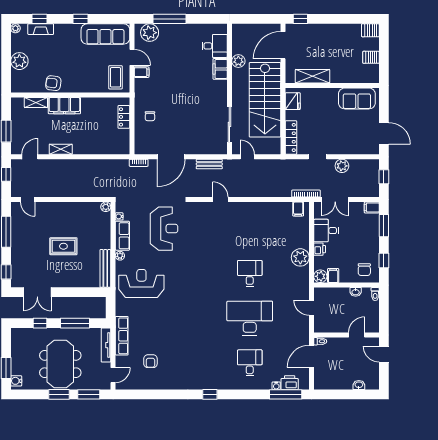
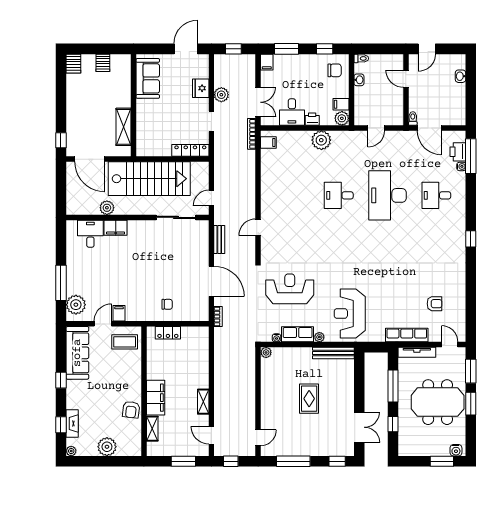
fridge: (293, 101) -> (201, 88), moved, turned -90

